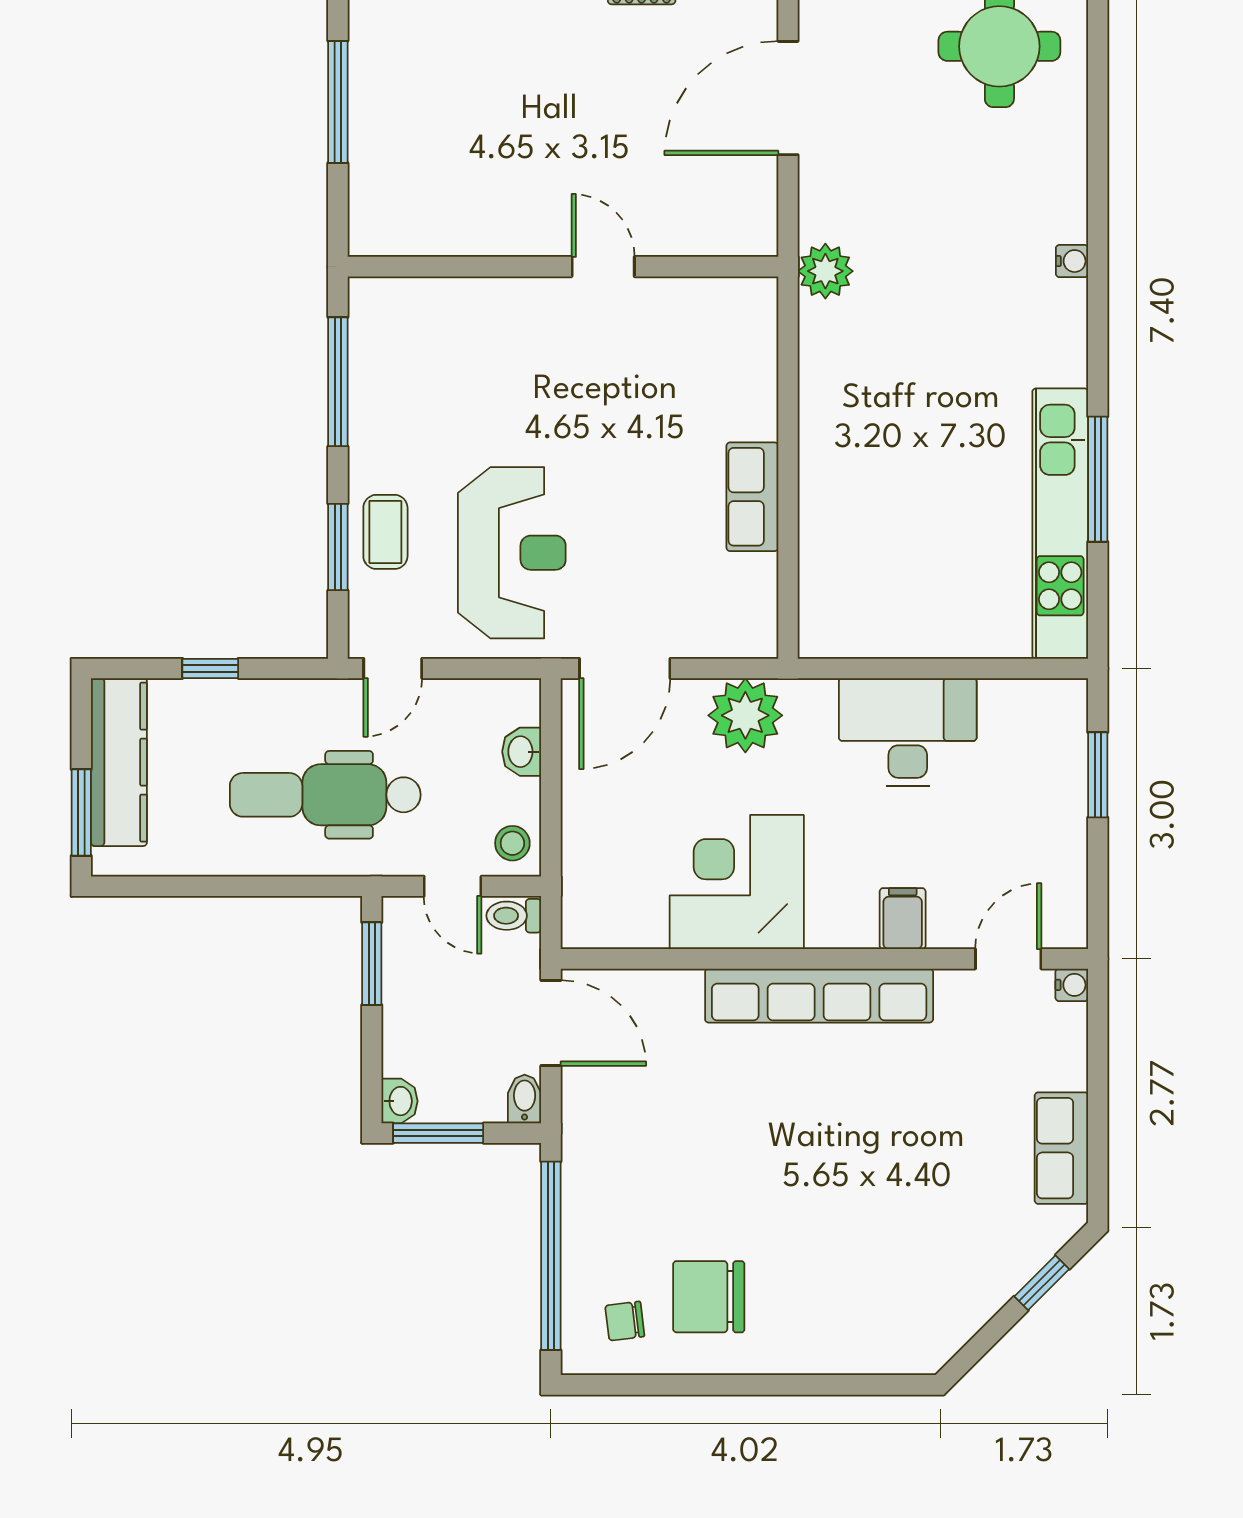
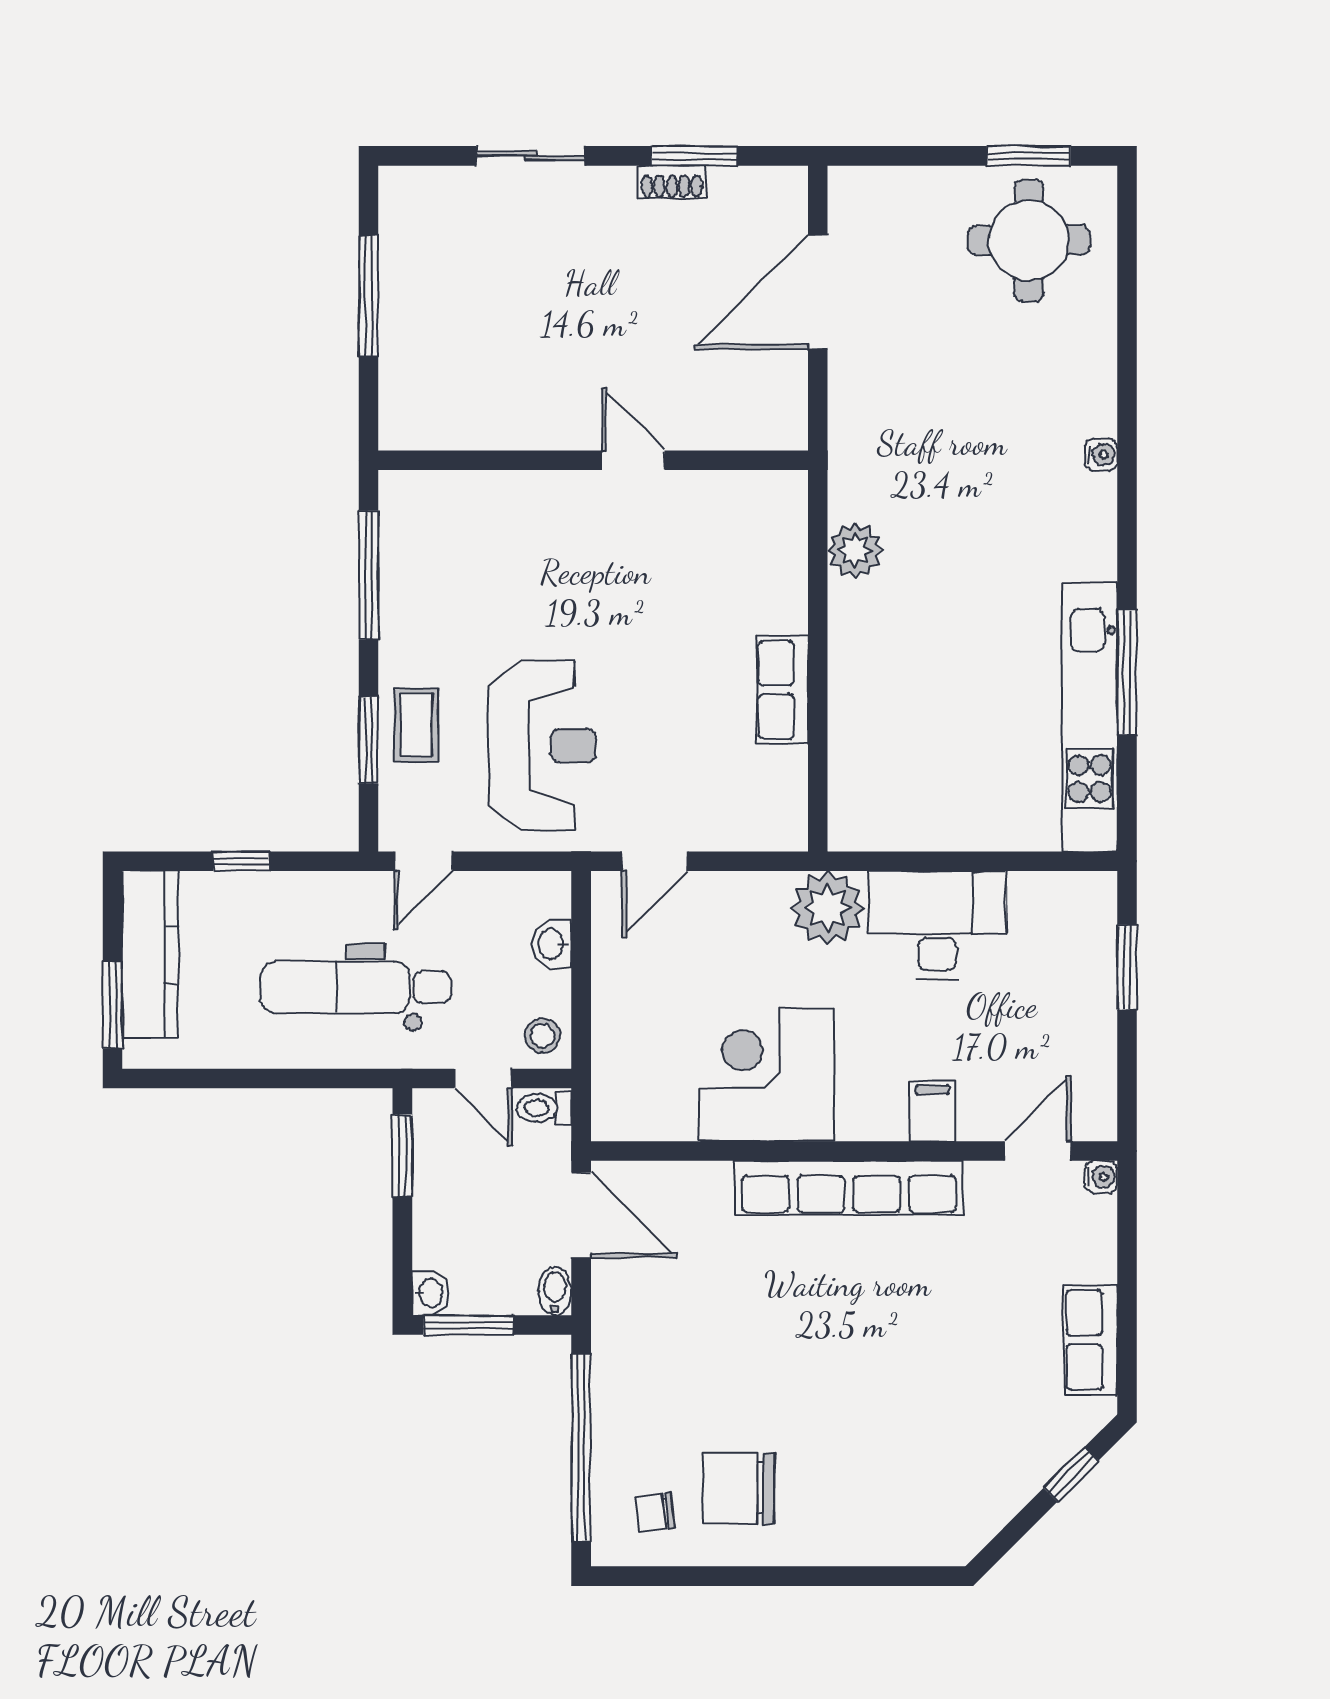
plant: (825, 271) -> (855, 550), moved
door: (625, 668) -> (655, 861), width x0.73
plant: (745, 715) -> (827, 908), moved

